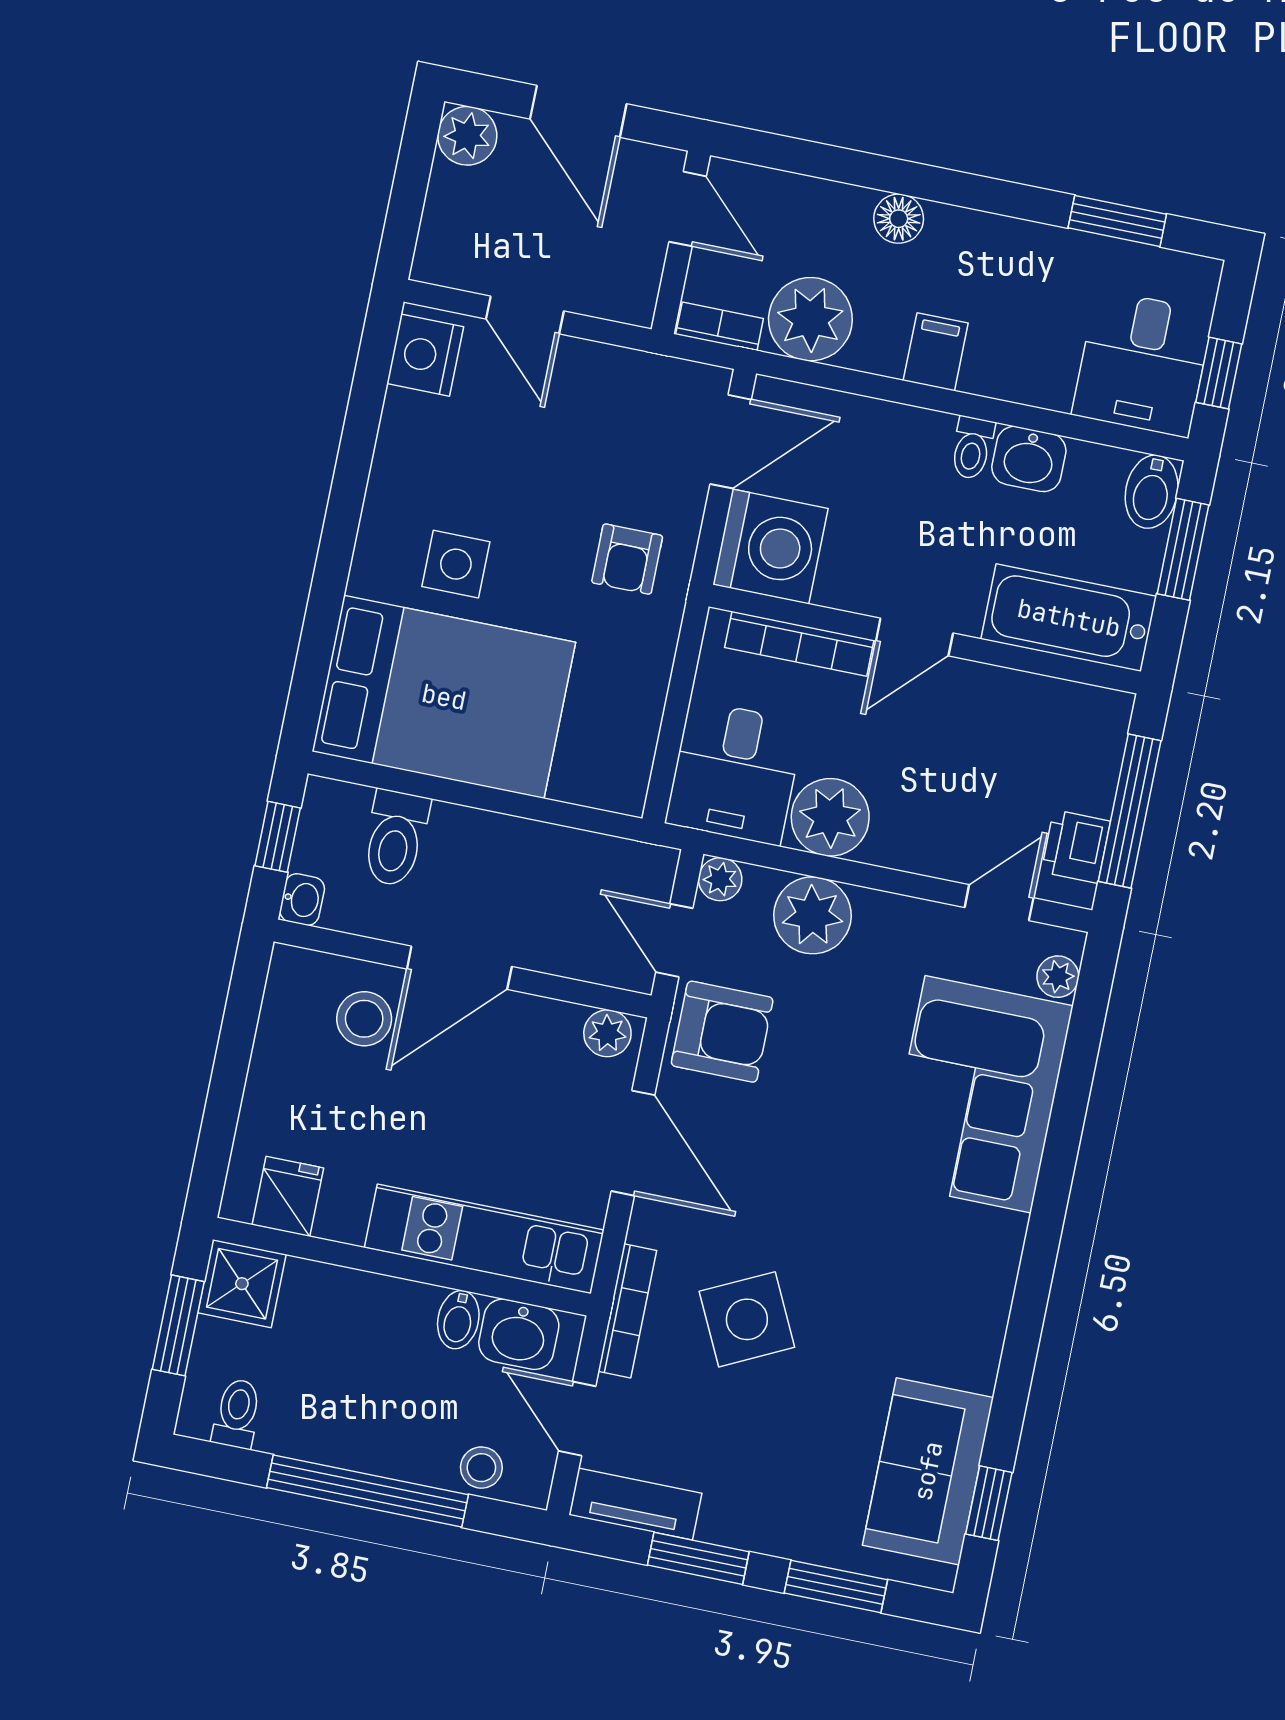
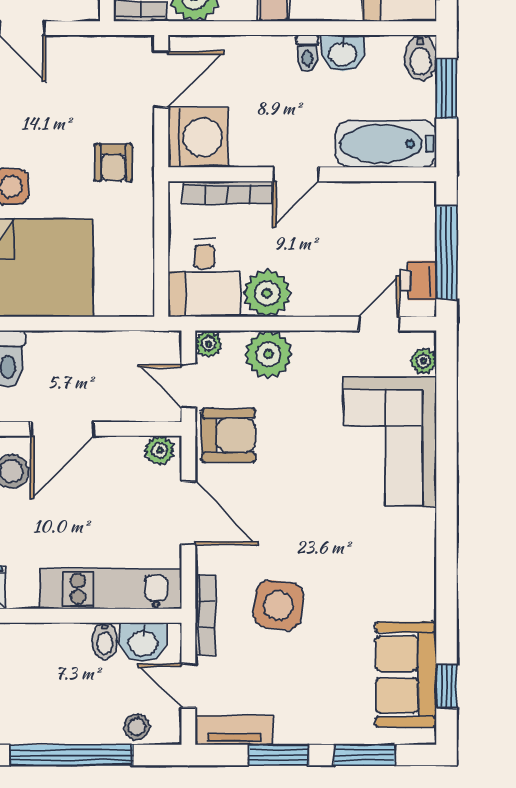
side table: (747, 1319) -> (278, 605), turned 33

